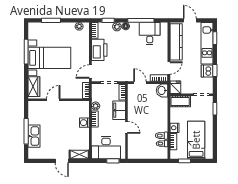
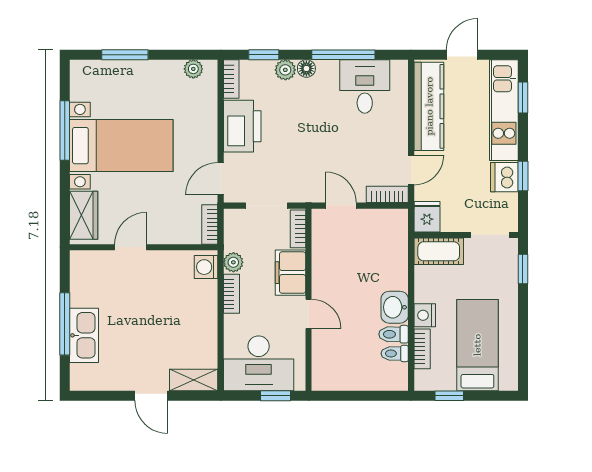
door: (190, 20) -> (462, 55), hinge flipped
washbasin: (162, 90) -> (395, 307), moved
washing machine: (84, 123) -> (206, 267), moved

